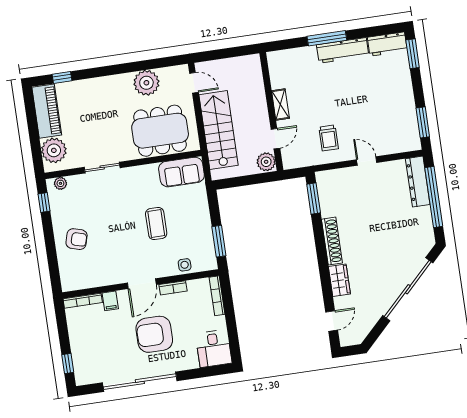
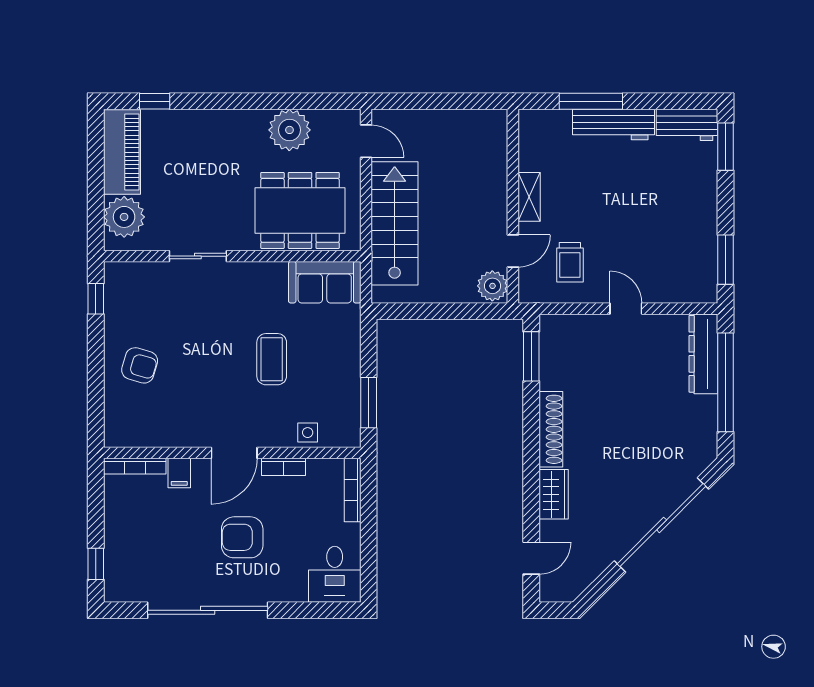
shelving: (280, 104) -> (529, 197), moved
wall: (271, 112) -> (513, 206), moved
door: (275, 139) -> (513, 251), moved
plant: (266, 162) -> (492, 286), moved
plant: (60, 183) -> (127, 272), removed
armchair: (154, 334) -> (242, 537), width x0.73, depth x0.73

